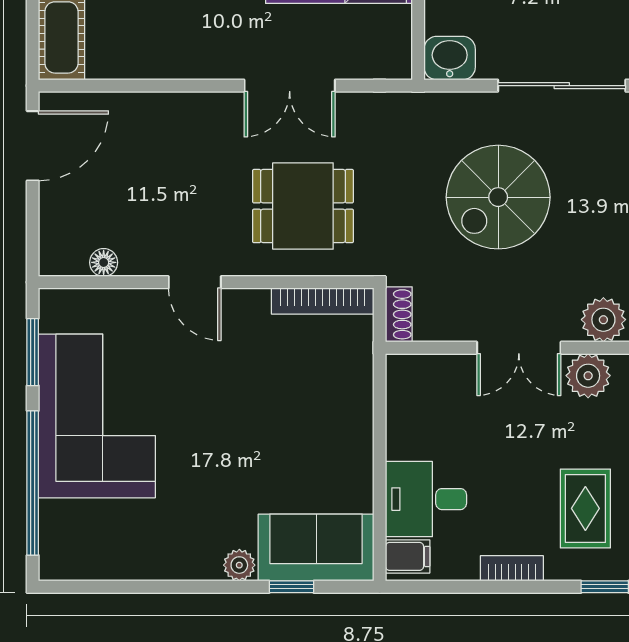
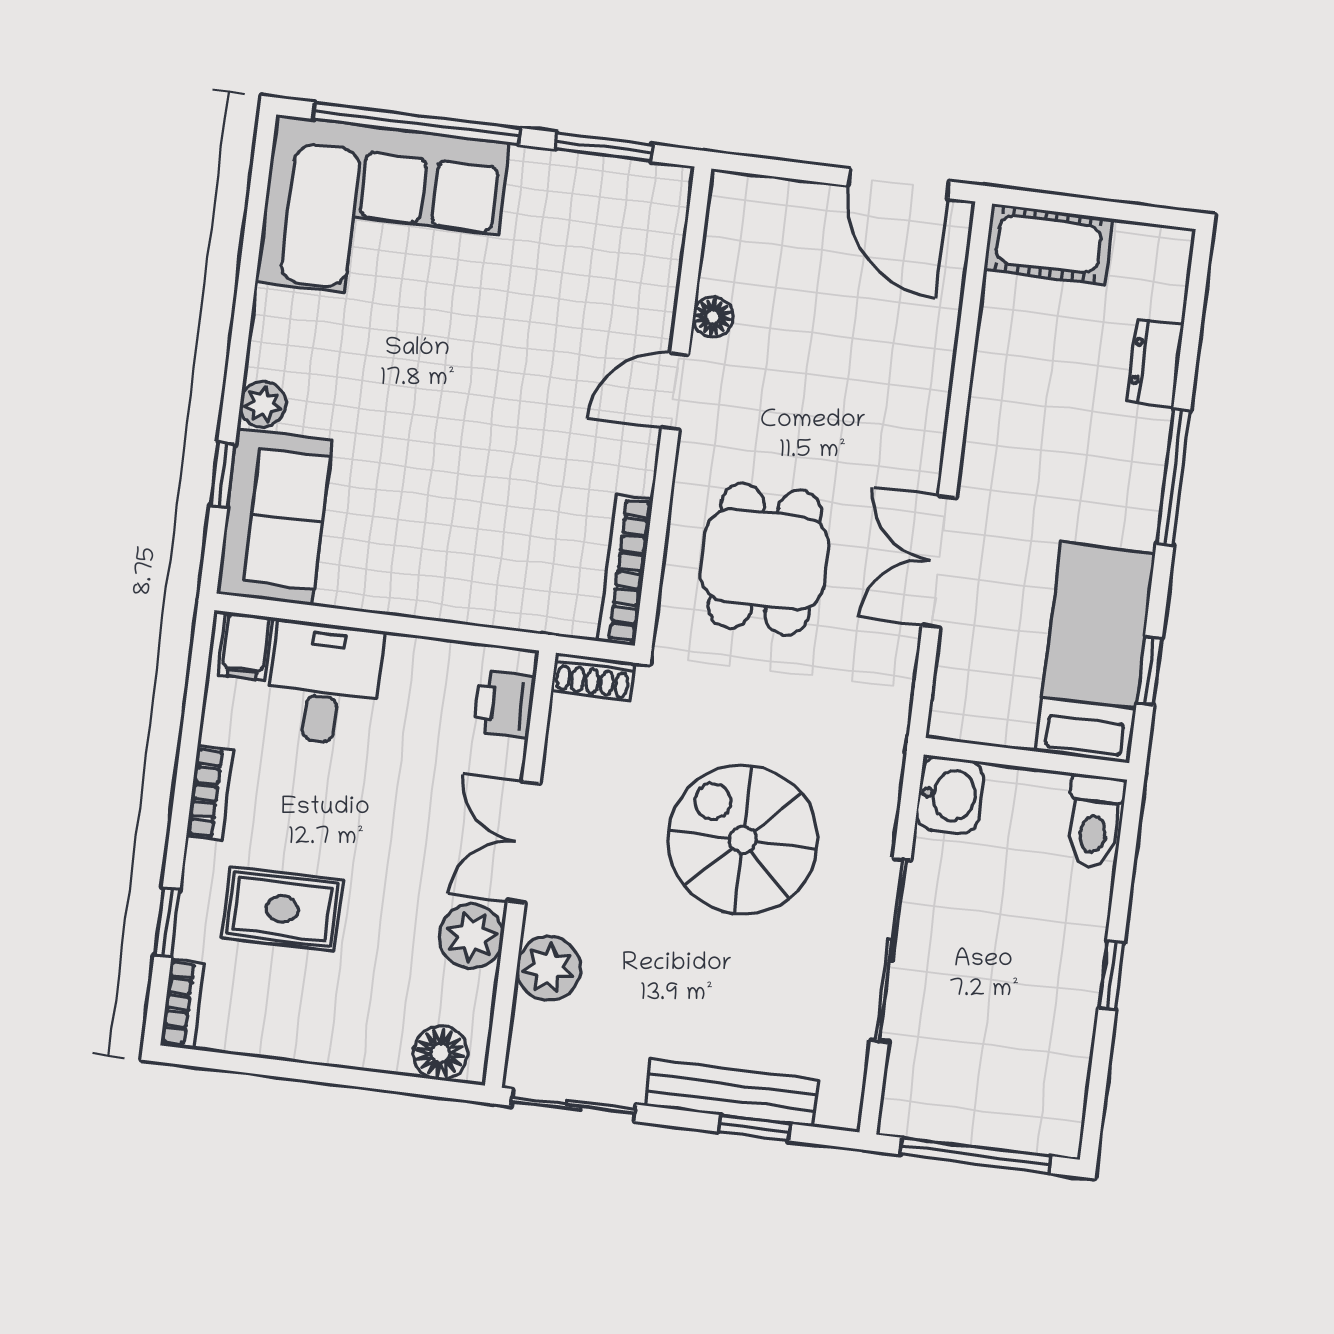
floor lamp: (104, 262) -> (713, 317), moved
printer: (426, 373) -> (504, 705), added
corner sofa: (97, 416) -> (383, 212), moved

